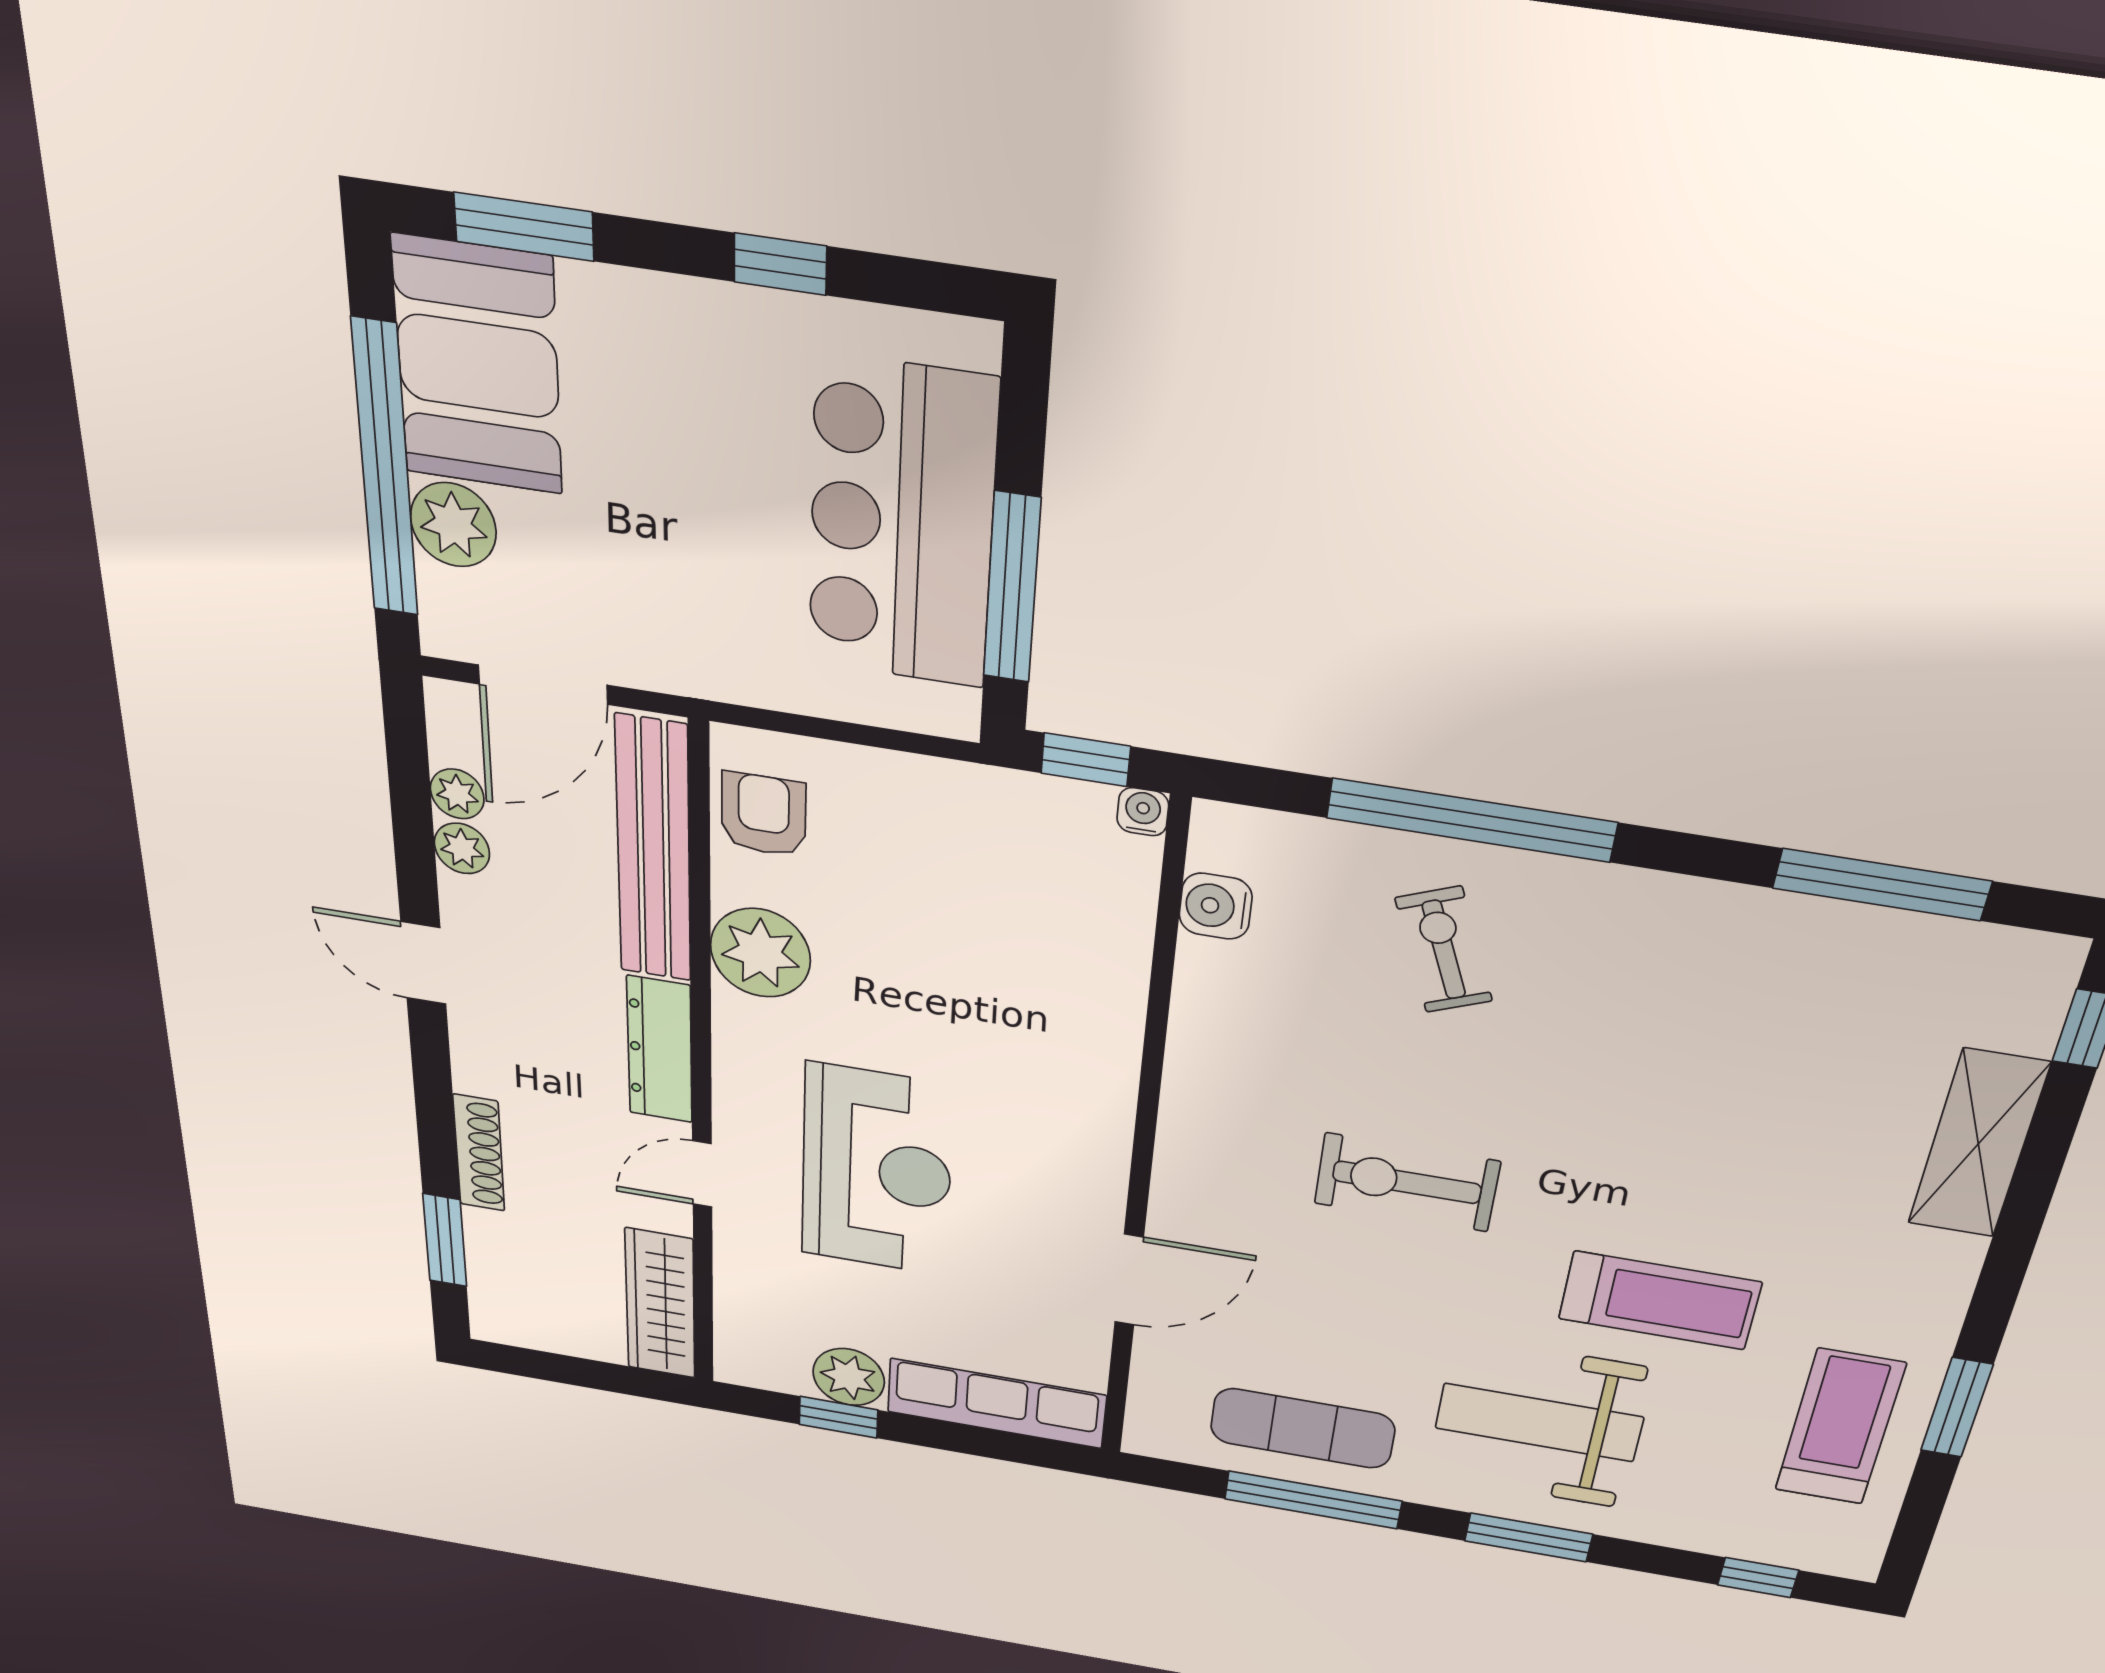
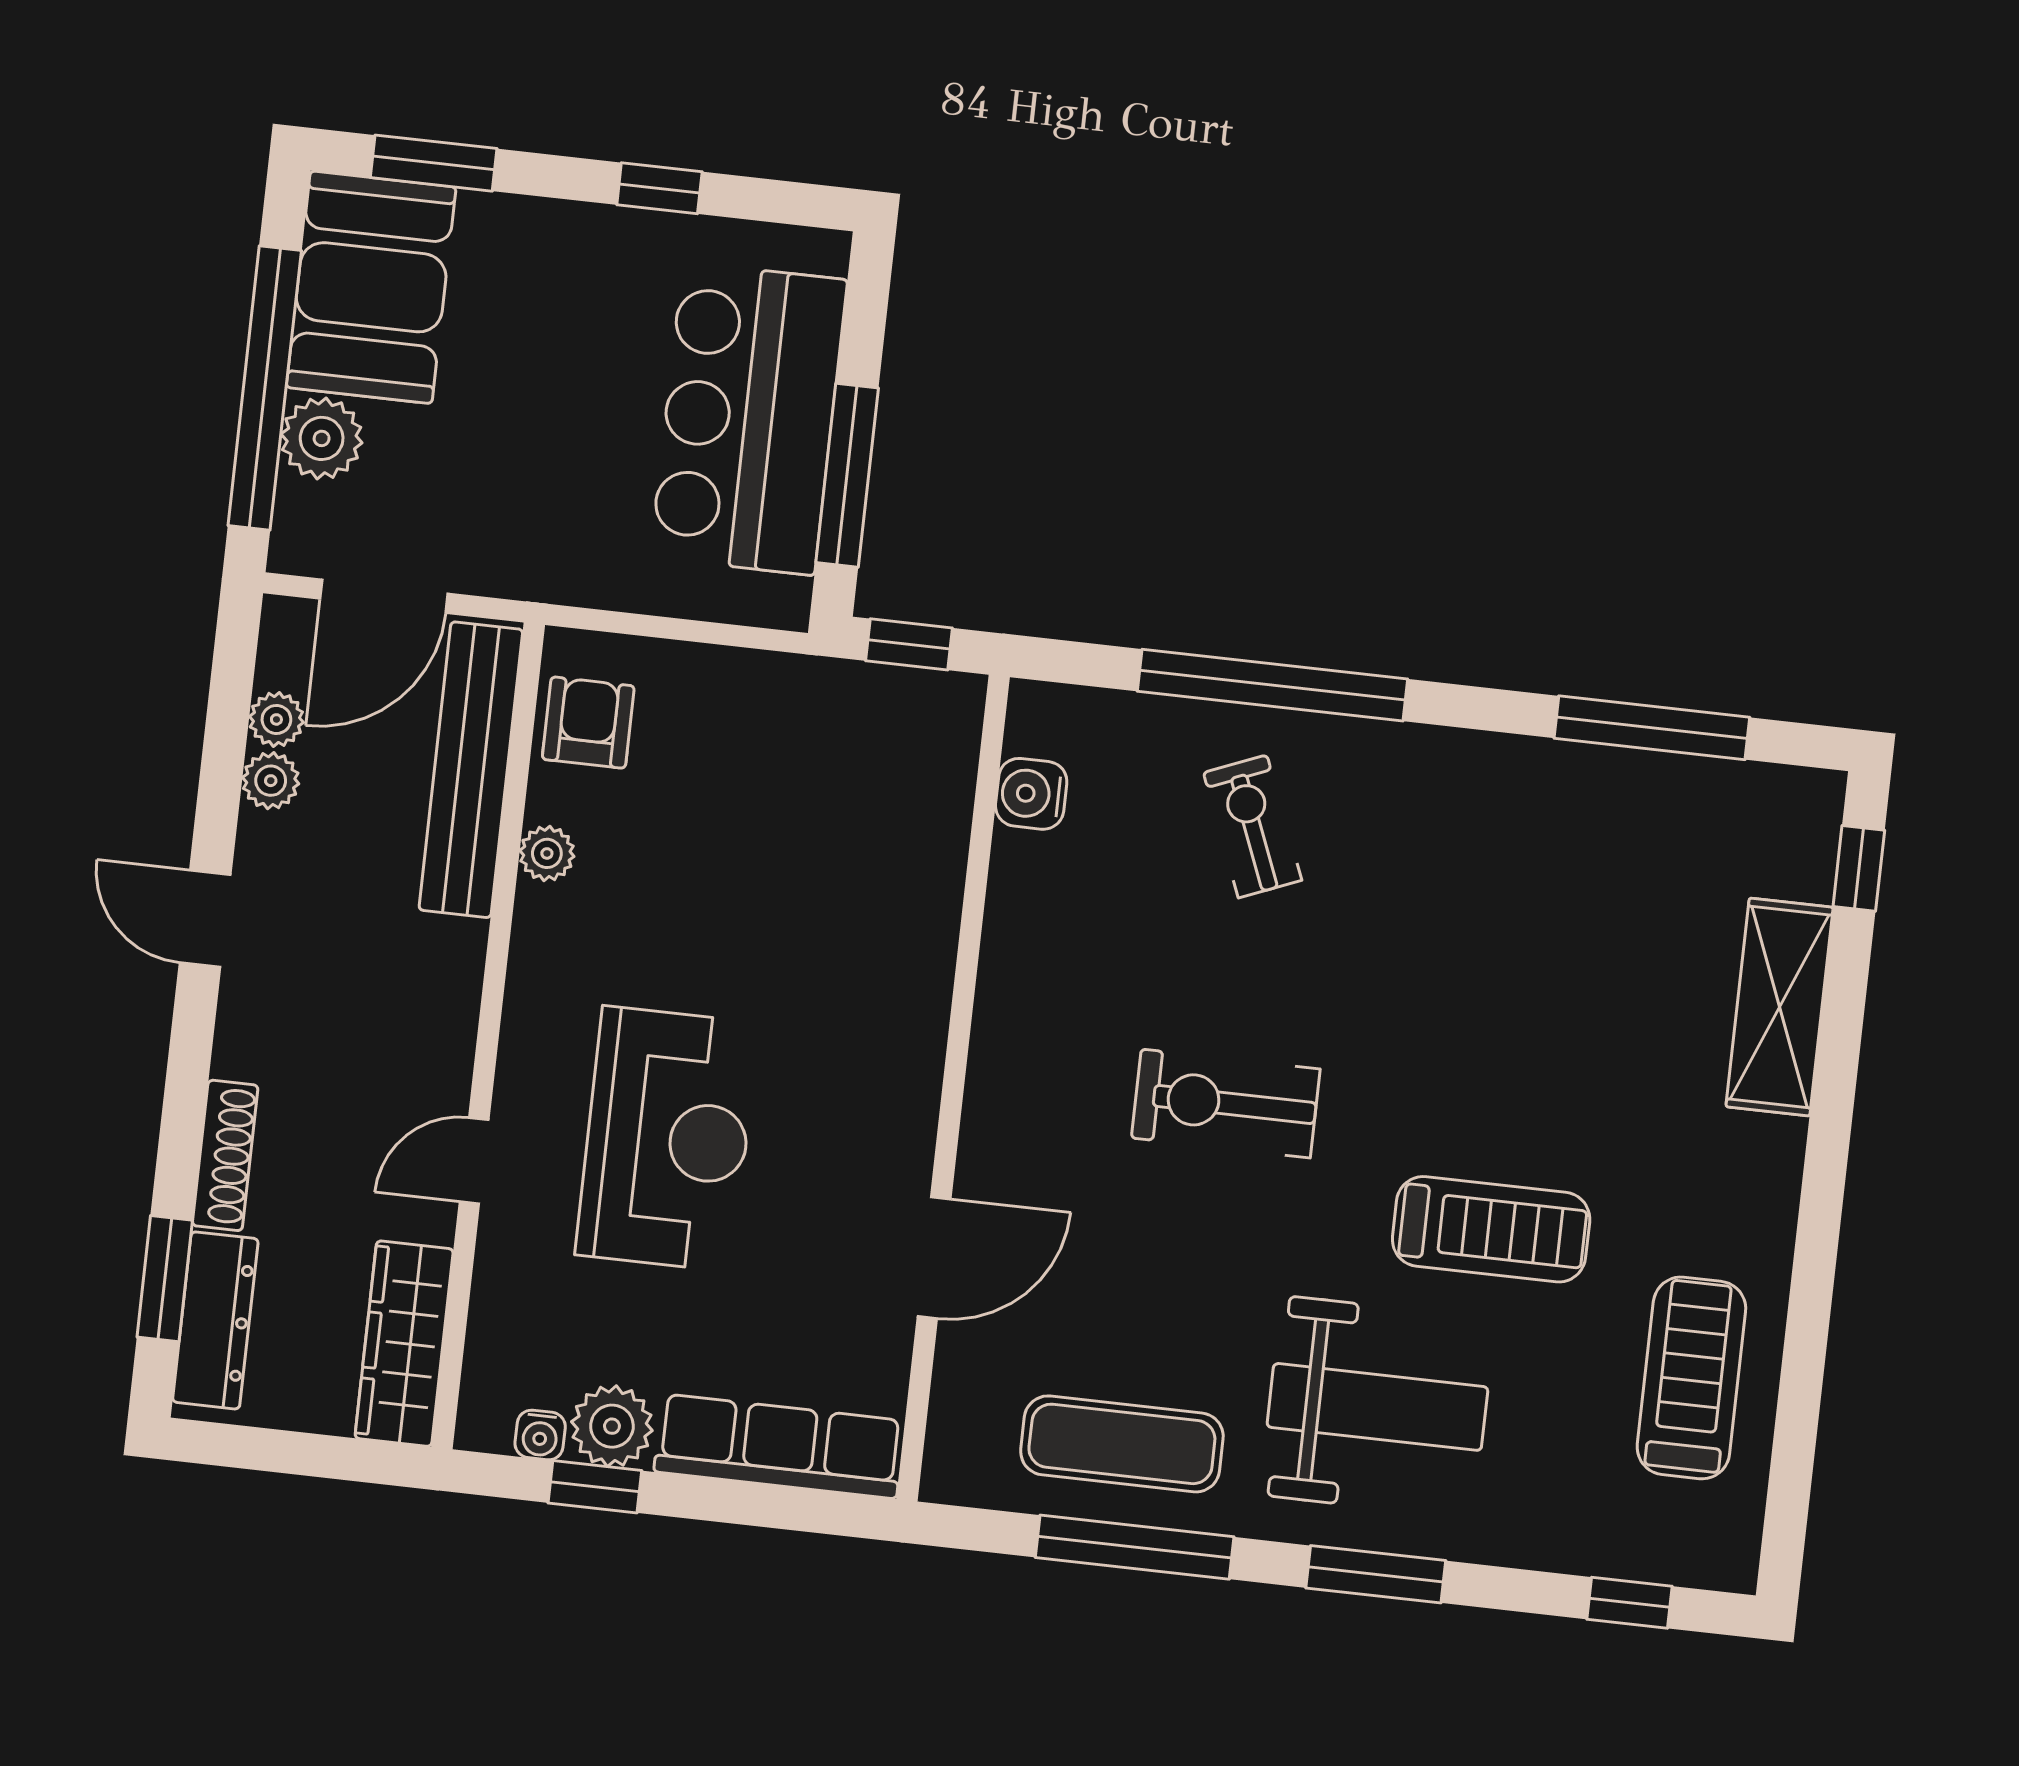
water cooler: (1143, 812) -> (540, 1435), moved, turned 180
plant: (760, 953) -> (547, 853), width x0.53, depth x0.53
dresser: (660, 1050) -> (215, 1320), moved, turned 180
window: (1957, 1408) -> (1806, 1339), removed
weight bench: (1539, 1423) -> (1377, 1407), turned 180

